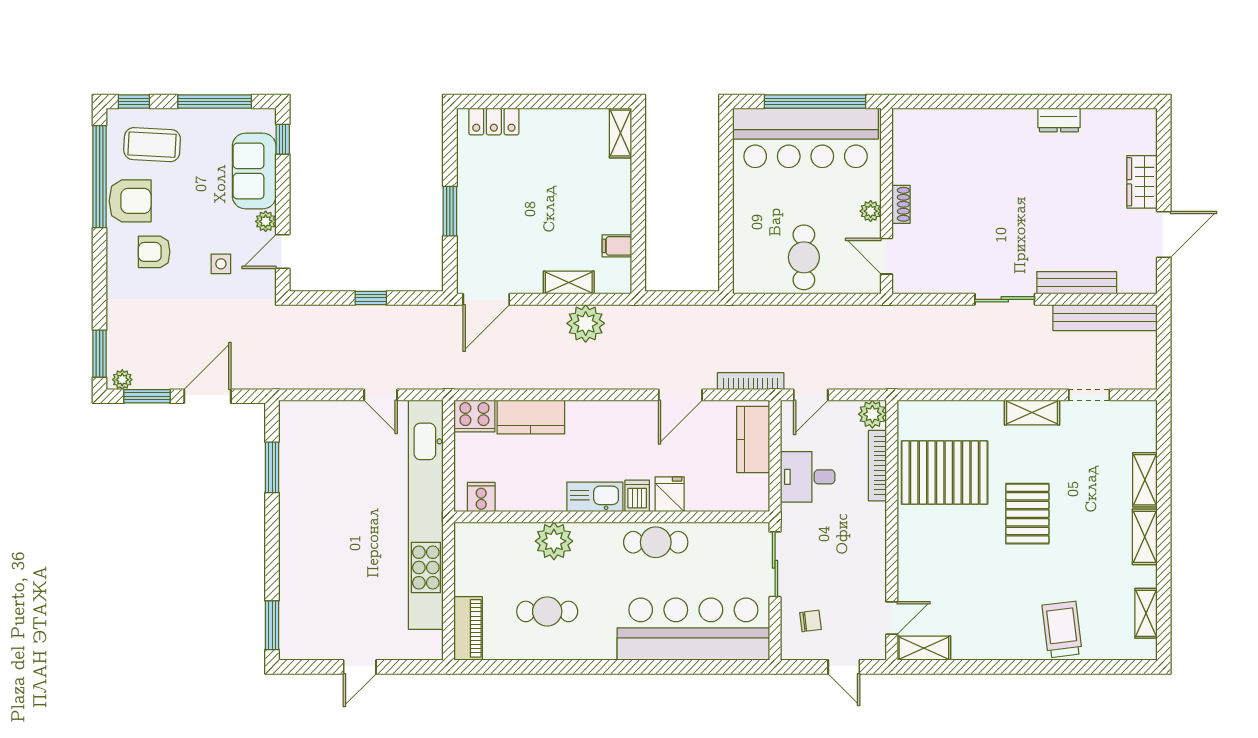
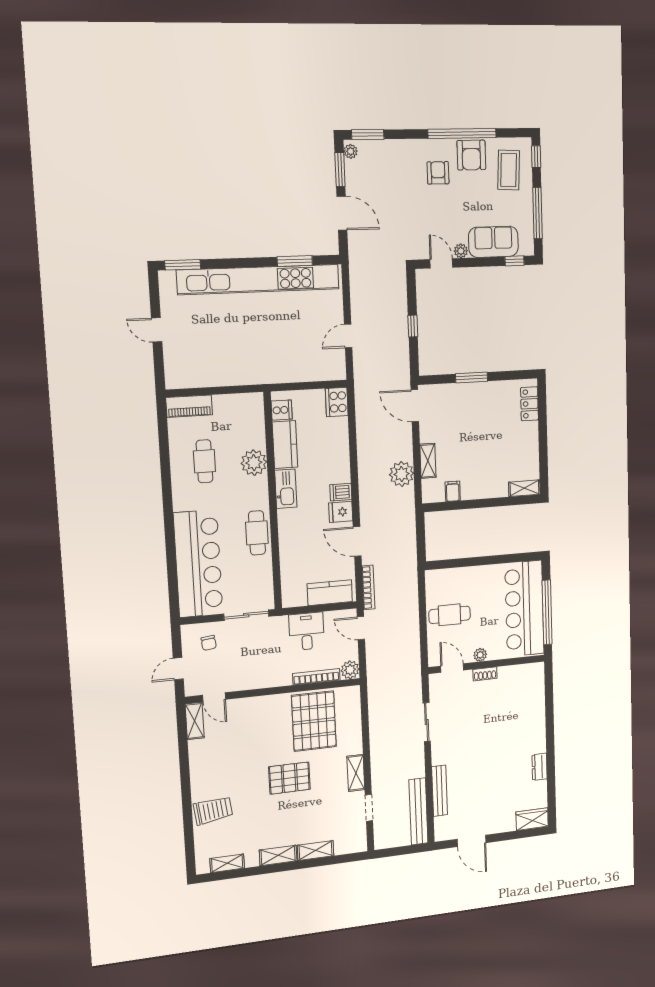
window: (100, 177) -> (462, 133), moved
wardrobe: (1142, 182) -> (532, 819), moved
door: (886, 256) -> (452, 668), hinge flipped
side table: (221, 264) -> (432, 220), removed
sliding door: (1005, 299) -> (427, 722), moved
kitchen counter: (531, 417) -> (285, 445), moved, turned 180
fridge: (670, 494) -> (341, 512), moved, turned 180
dishwasher: (637, 496) -> (341, 492), moved, turned 180
kitchen unit: (426, 515) -> (259, 280), moved, turned 180

